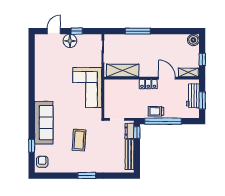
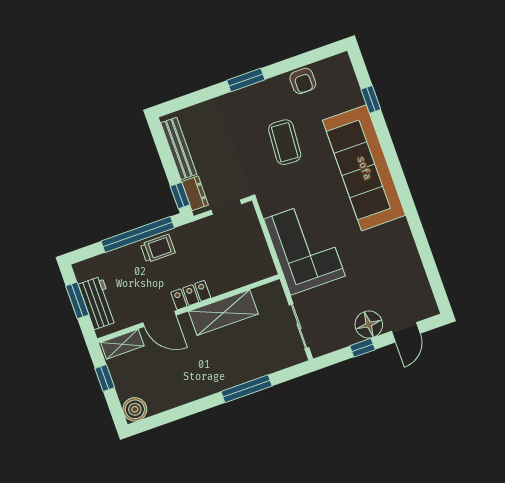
shelving: (123, 71) -> (223, 313), moved
sofa: (44, 123) -> (364, 168), width x1.36, depth x1.27
armchair: (42, 162) -> (303, 81), moved

